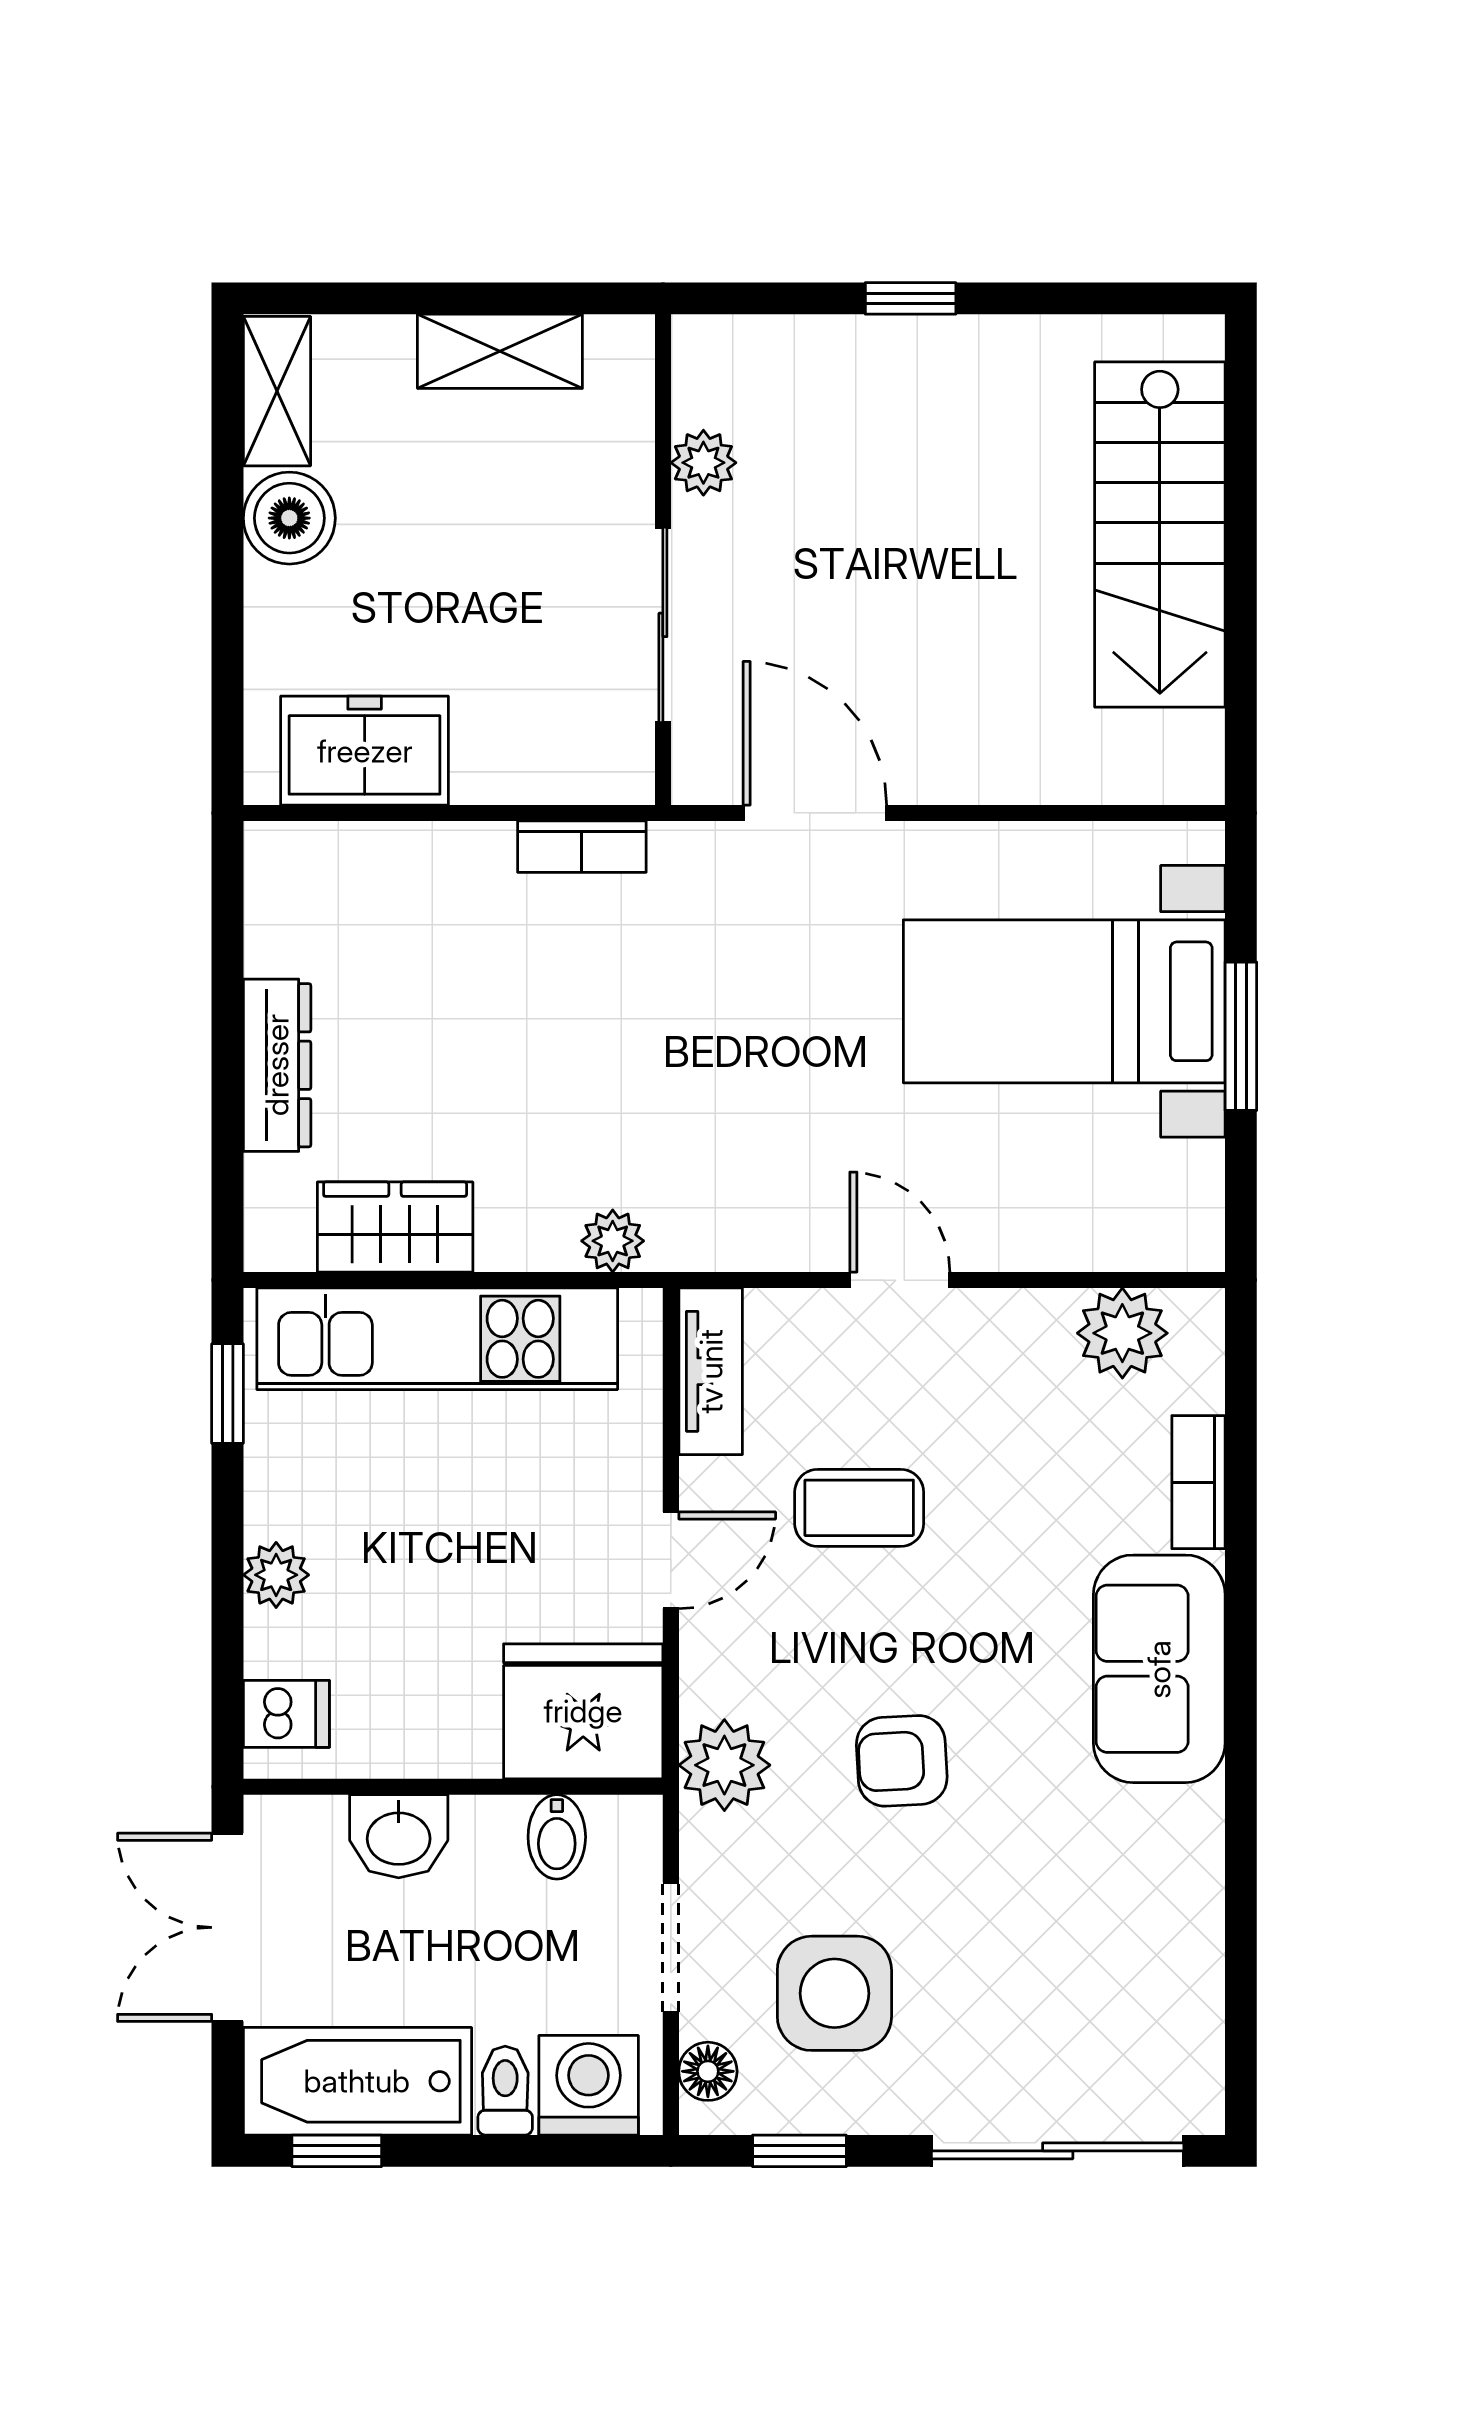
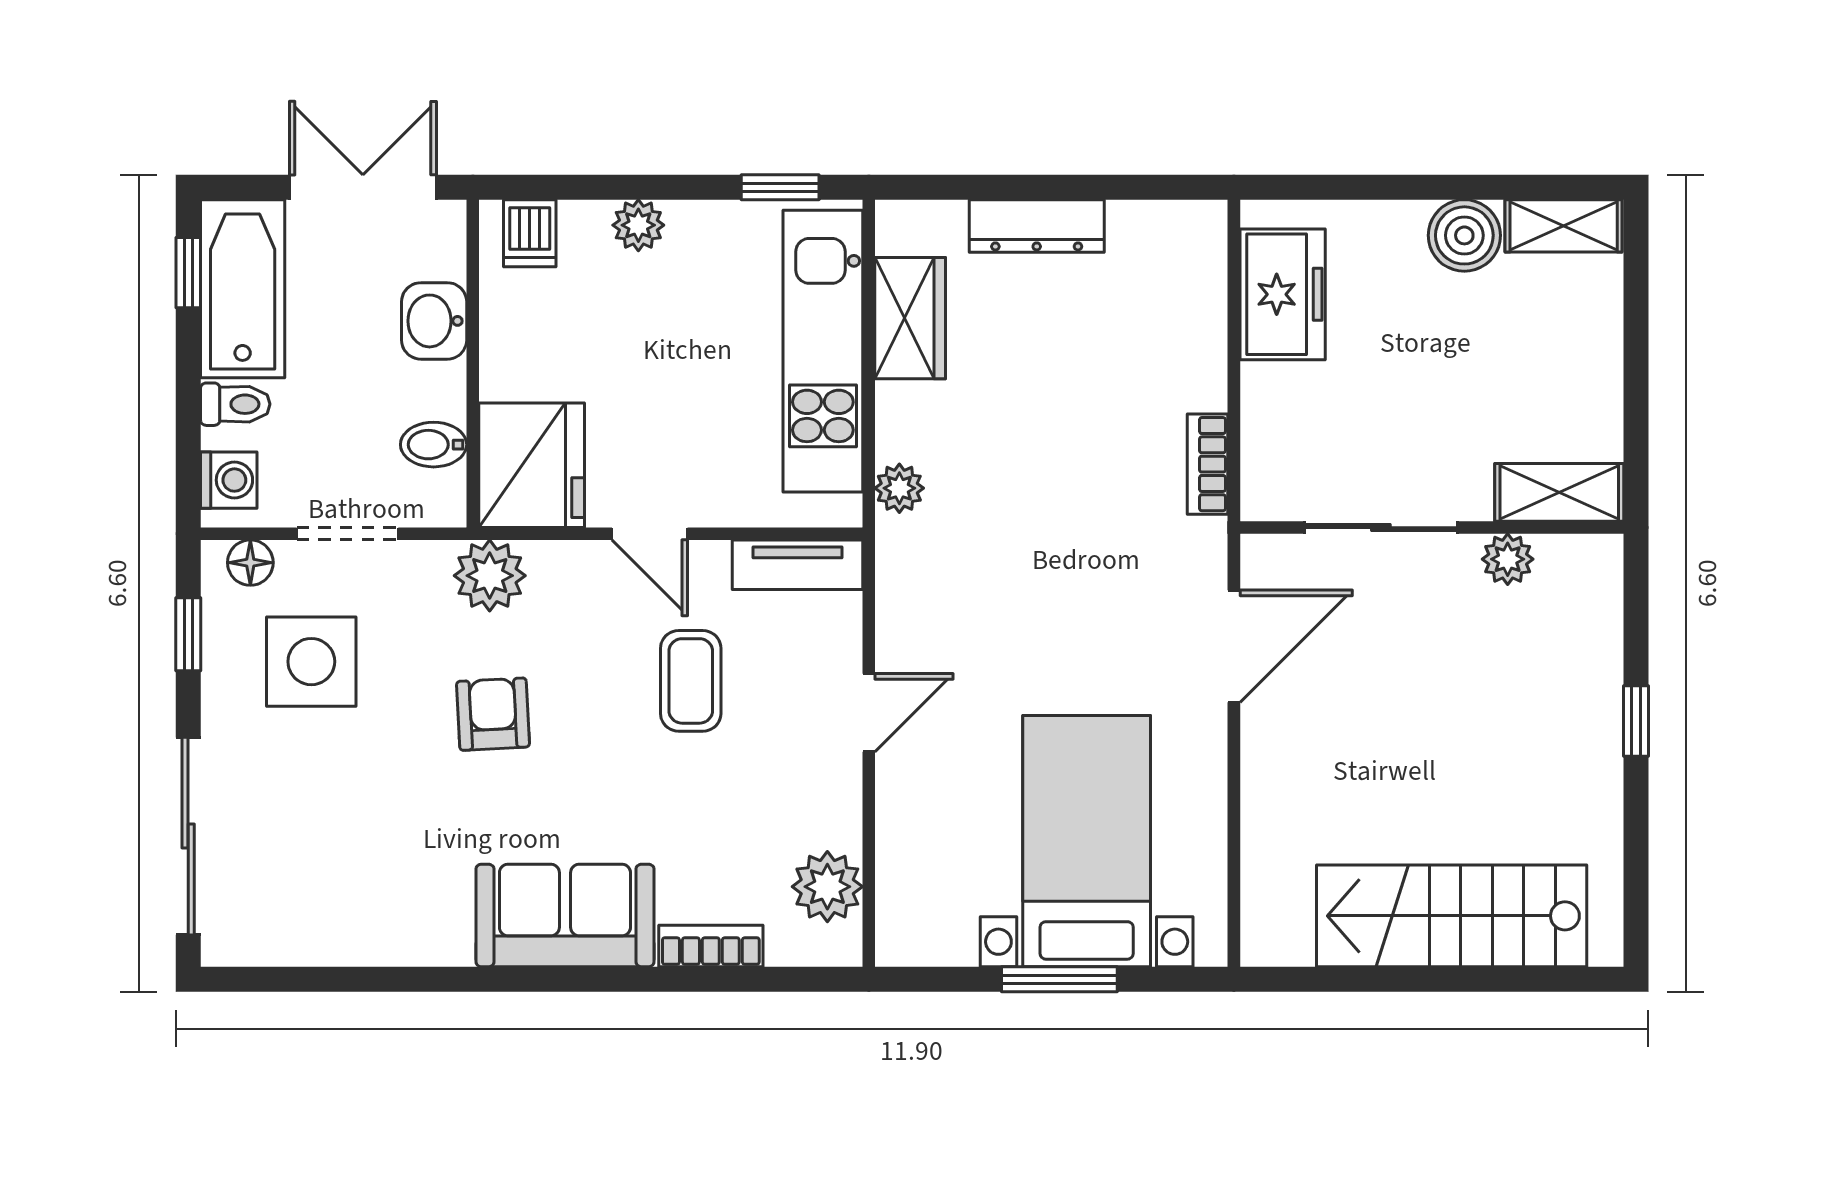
shelving: (500, 351) -> (1559, 492), moved, turned 90
washing machine: (589, 2085) -> (229, 480), width x0.73, depth x0.73

